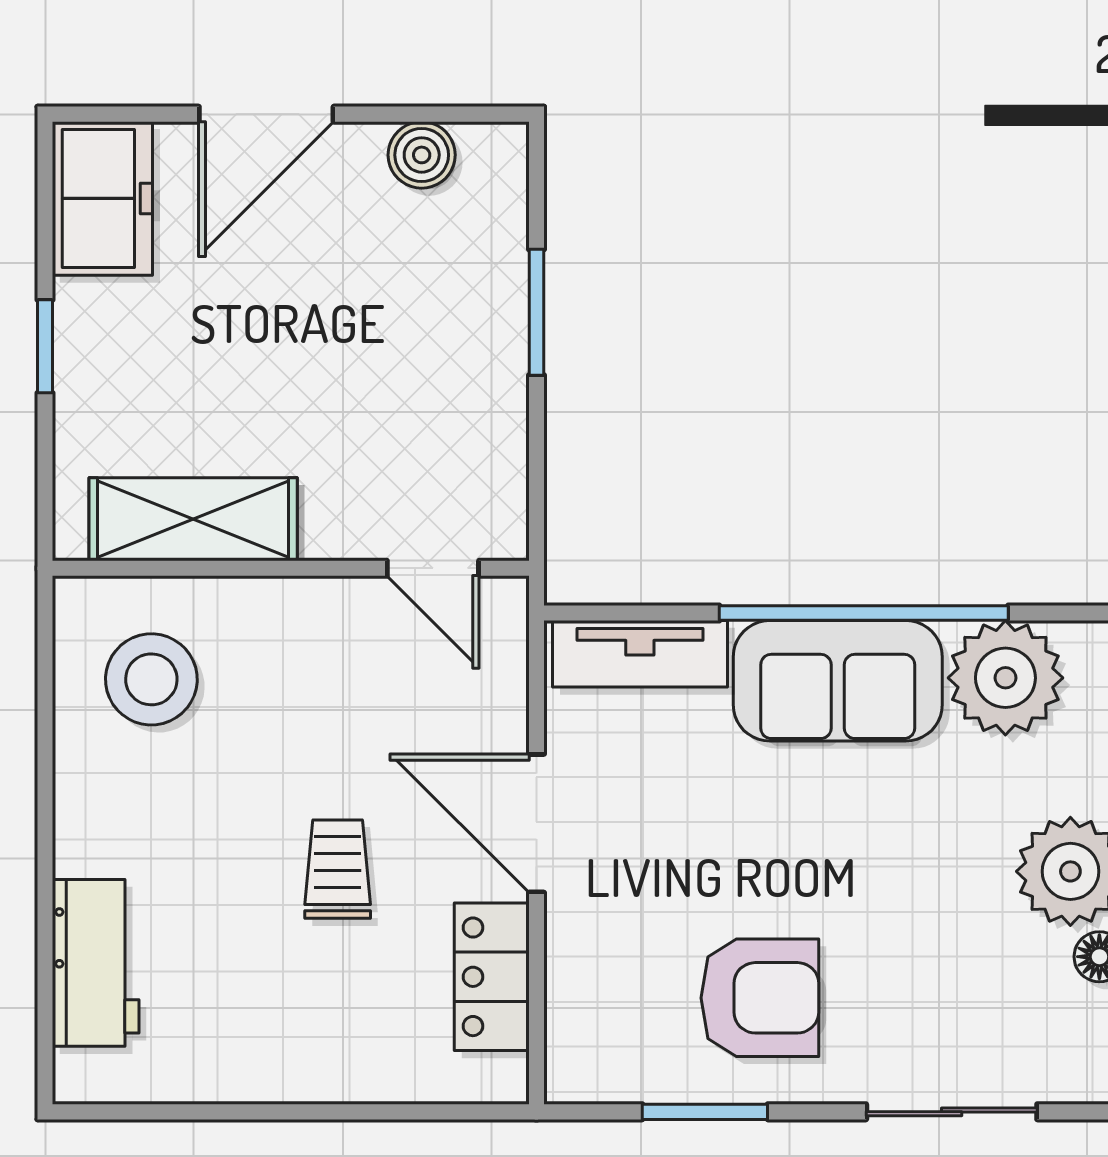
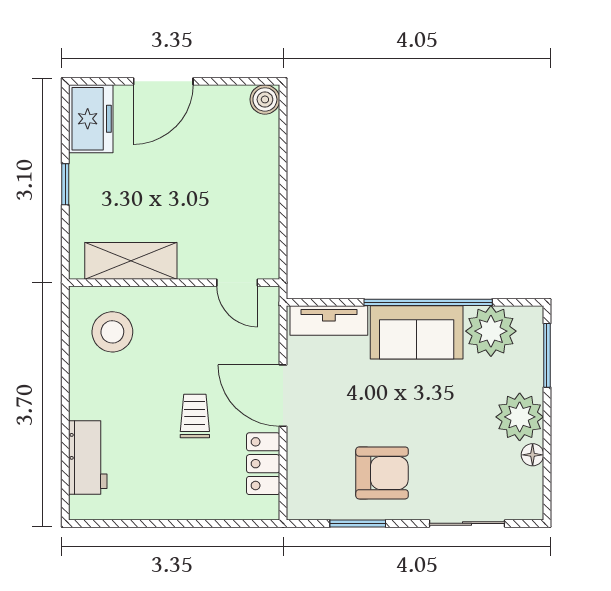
boiler: (422, 155) -> (265, 99), moved
window: (536, 312) -> (283, 169), removed

